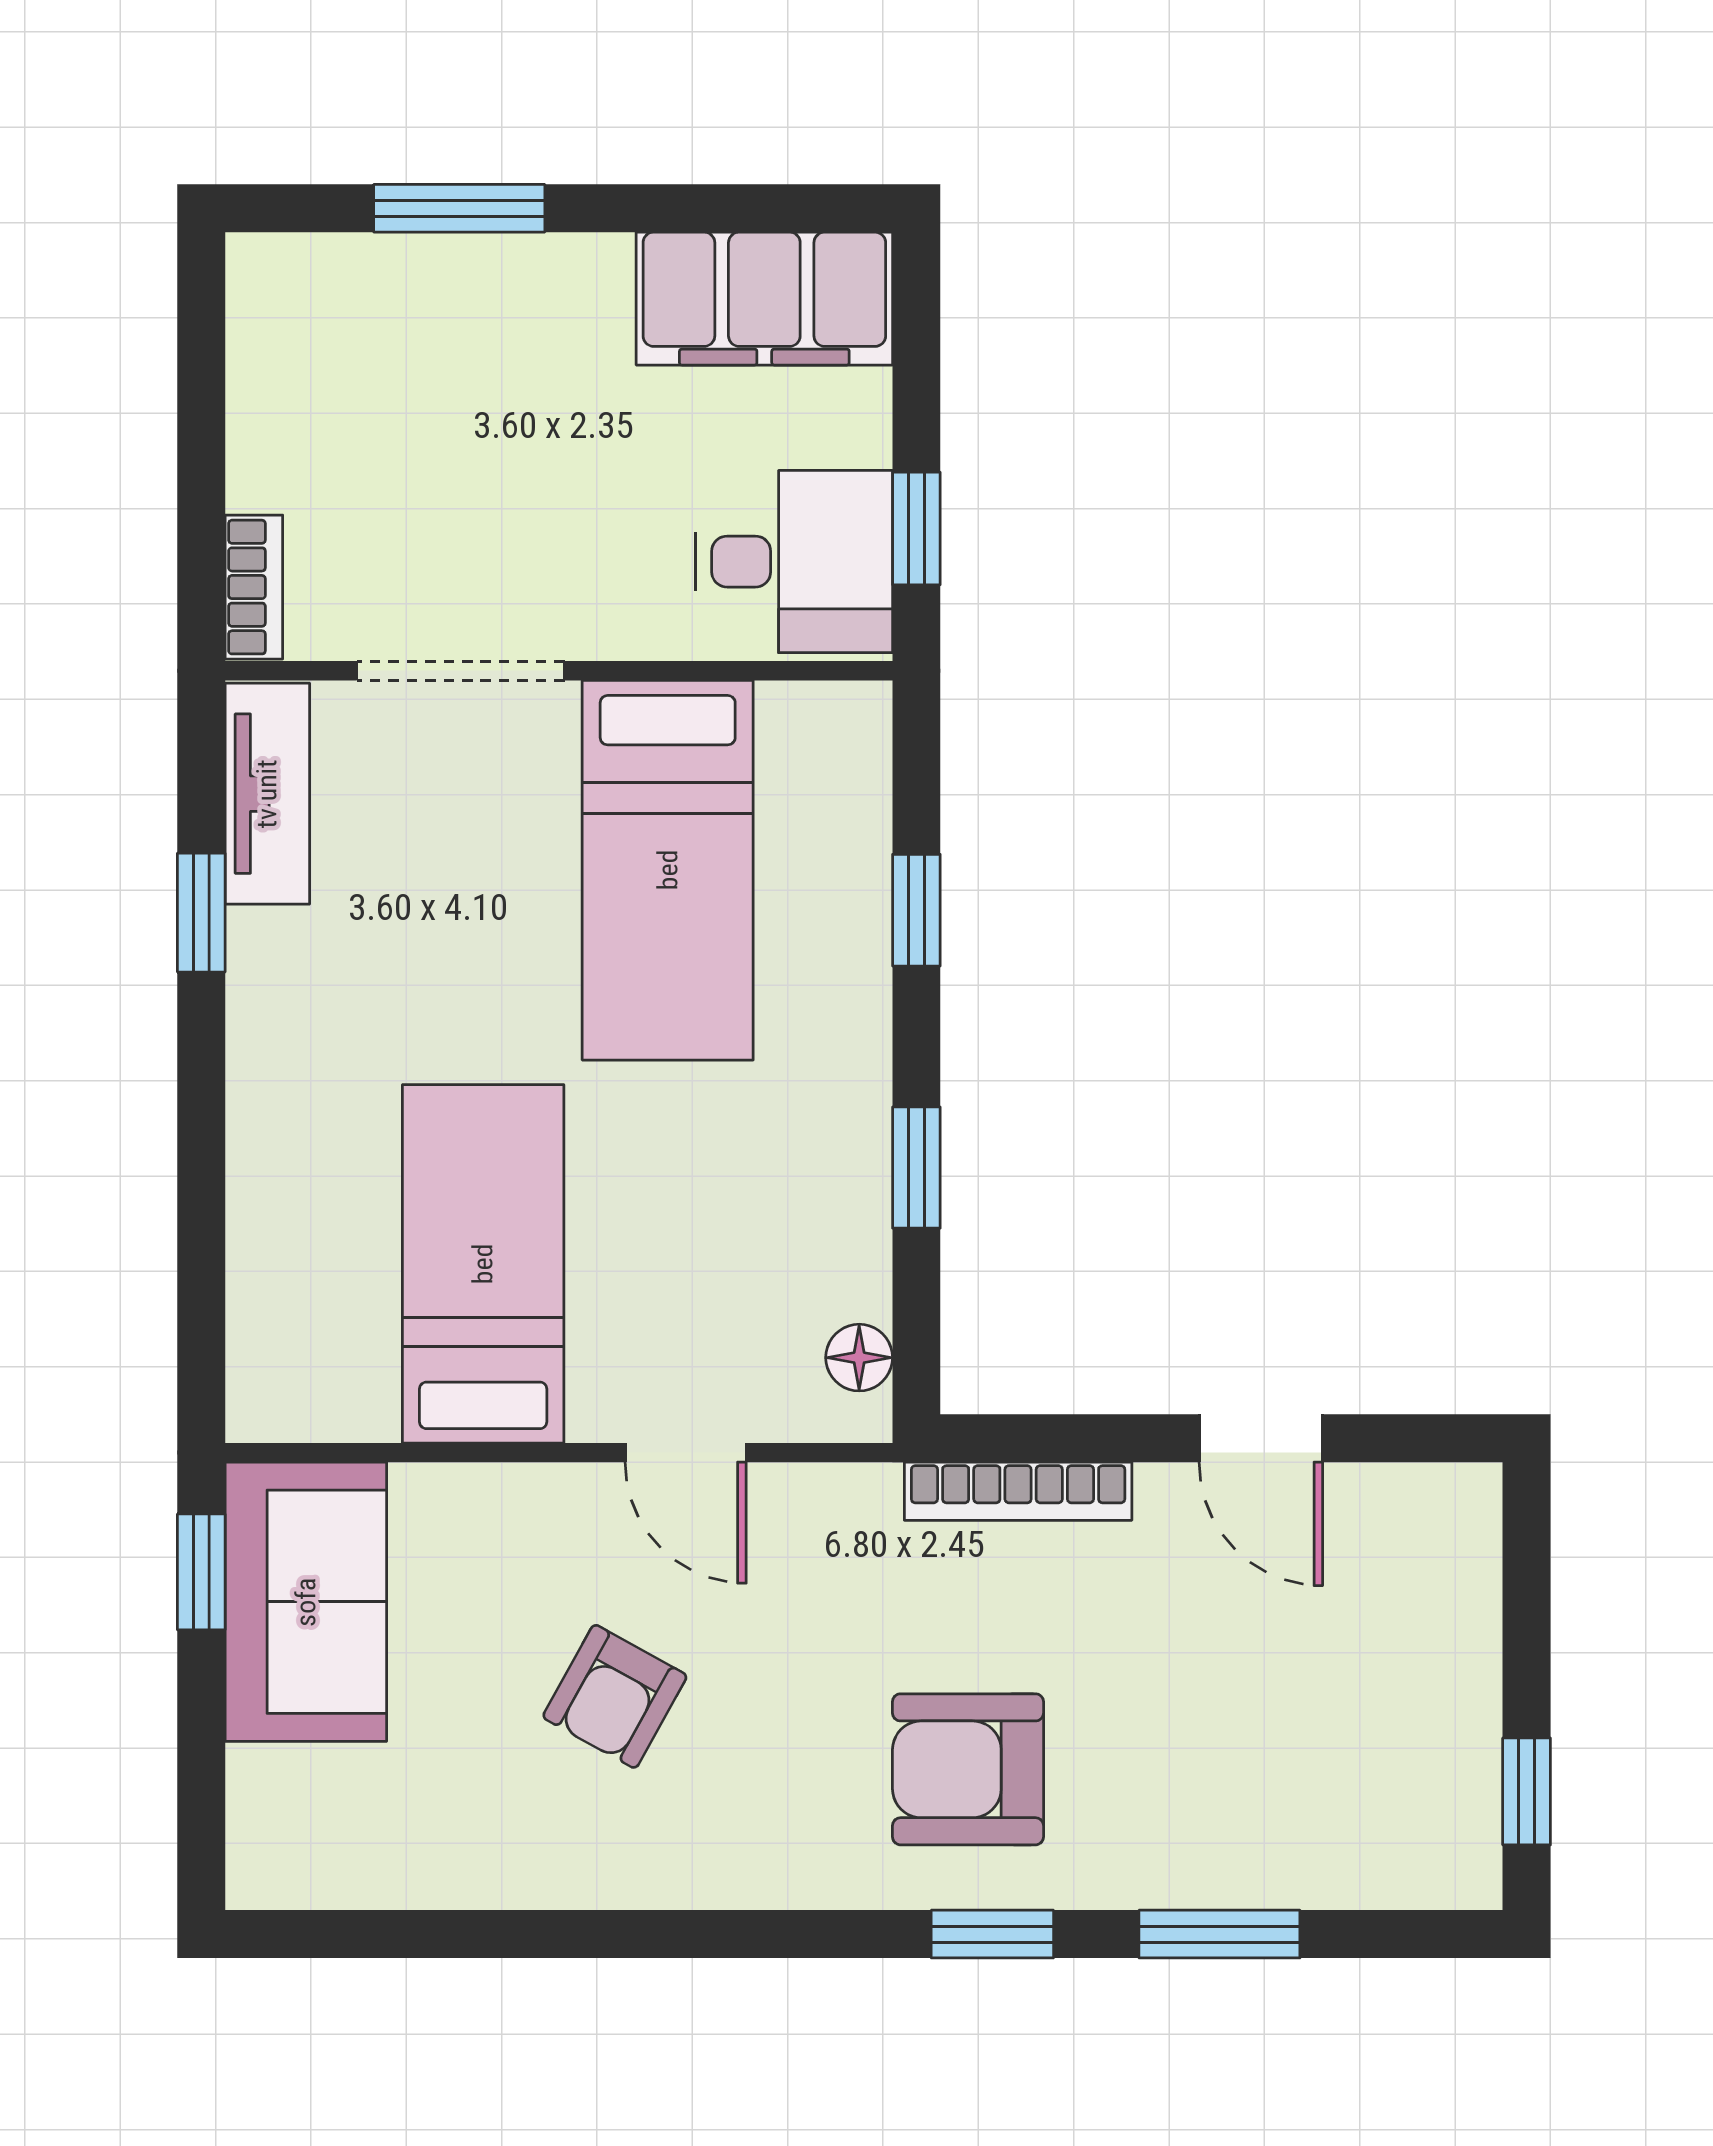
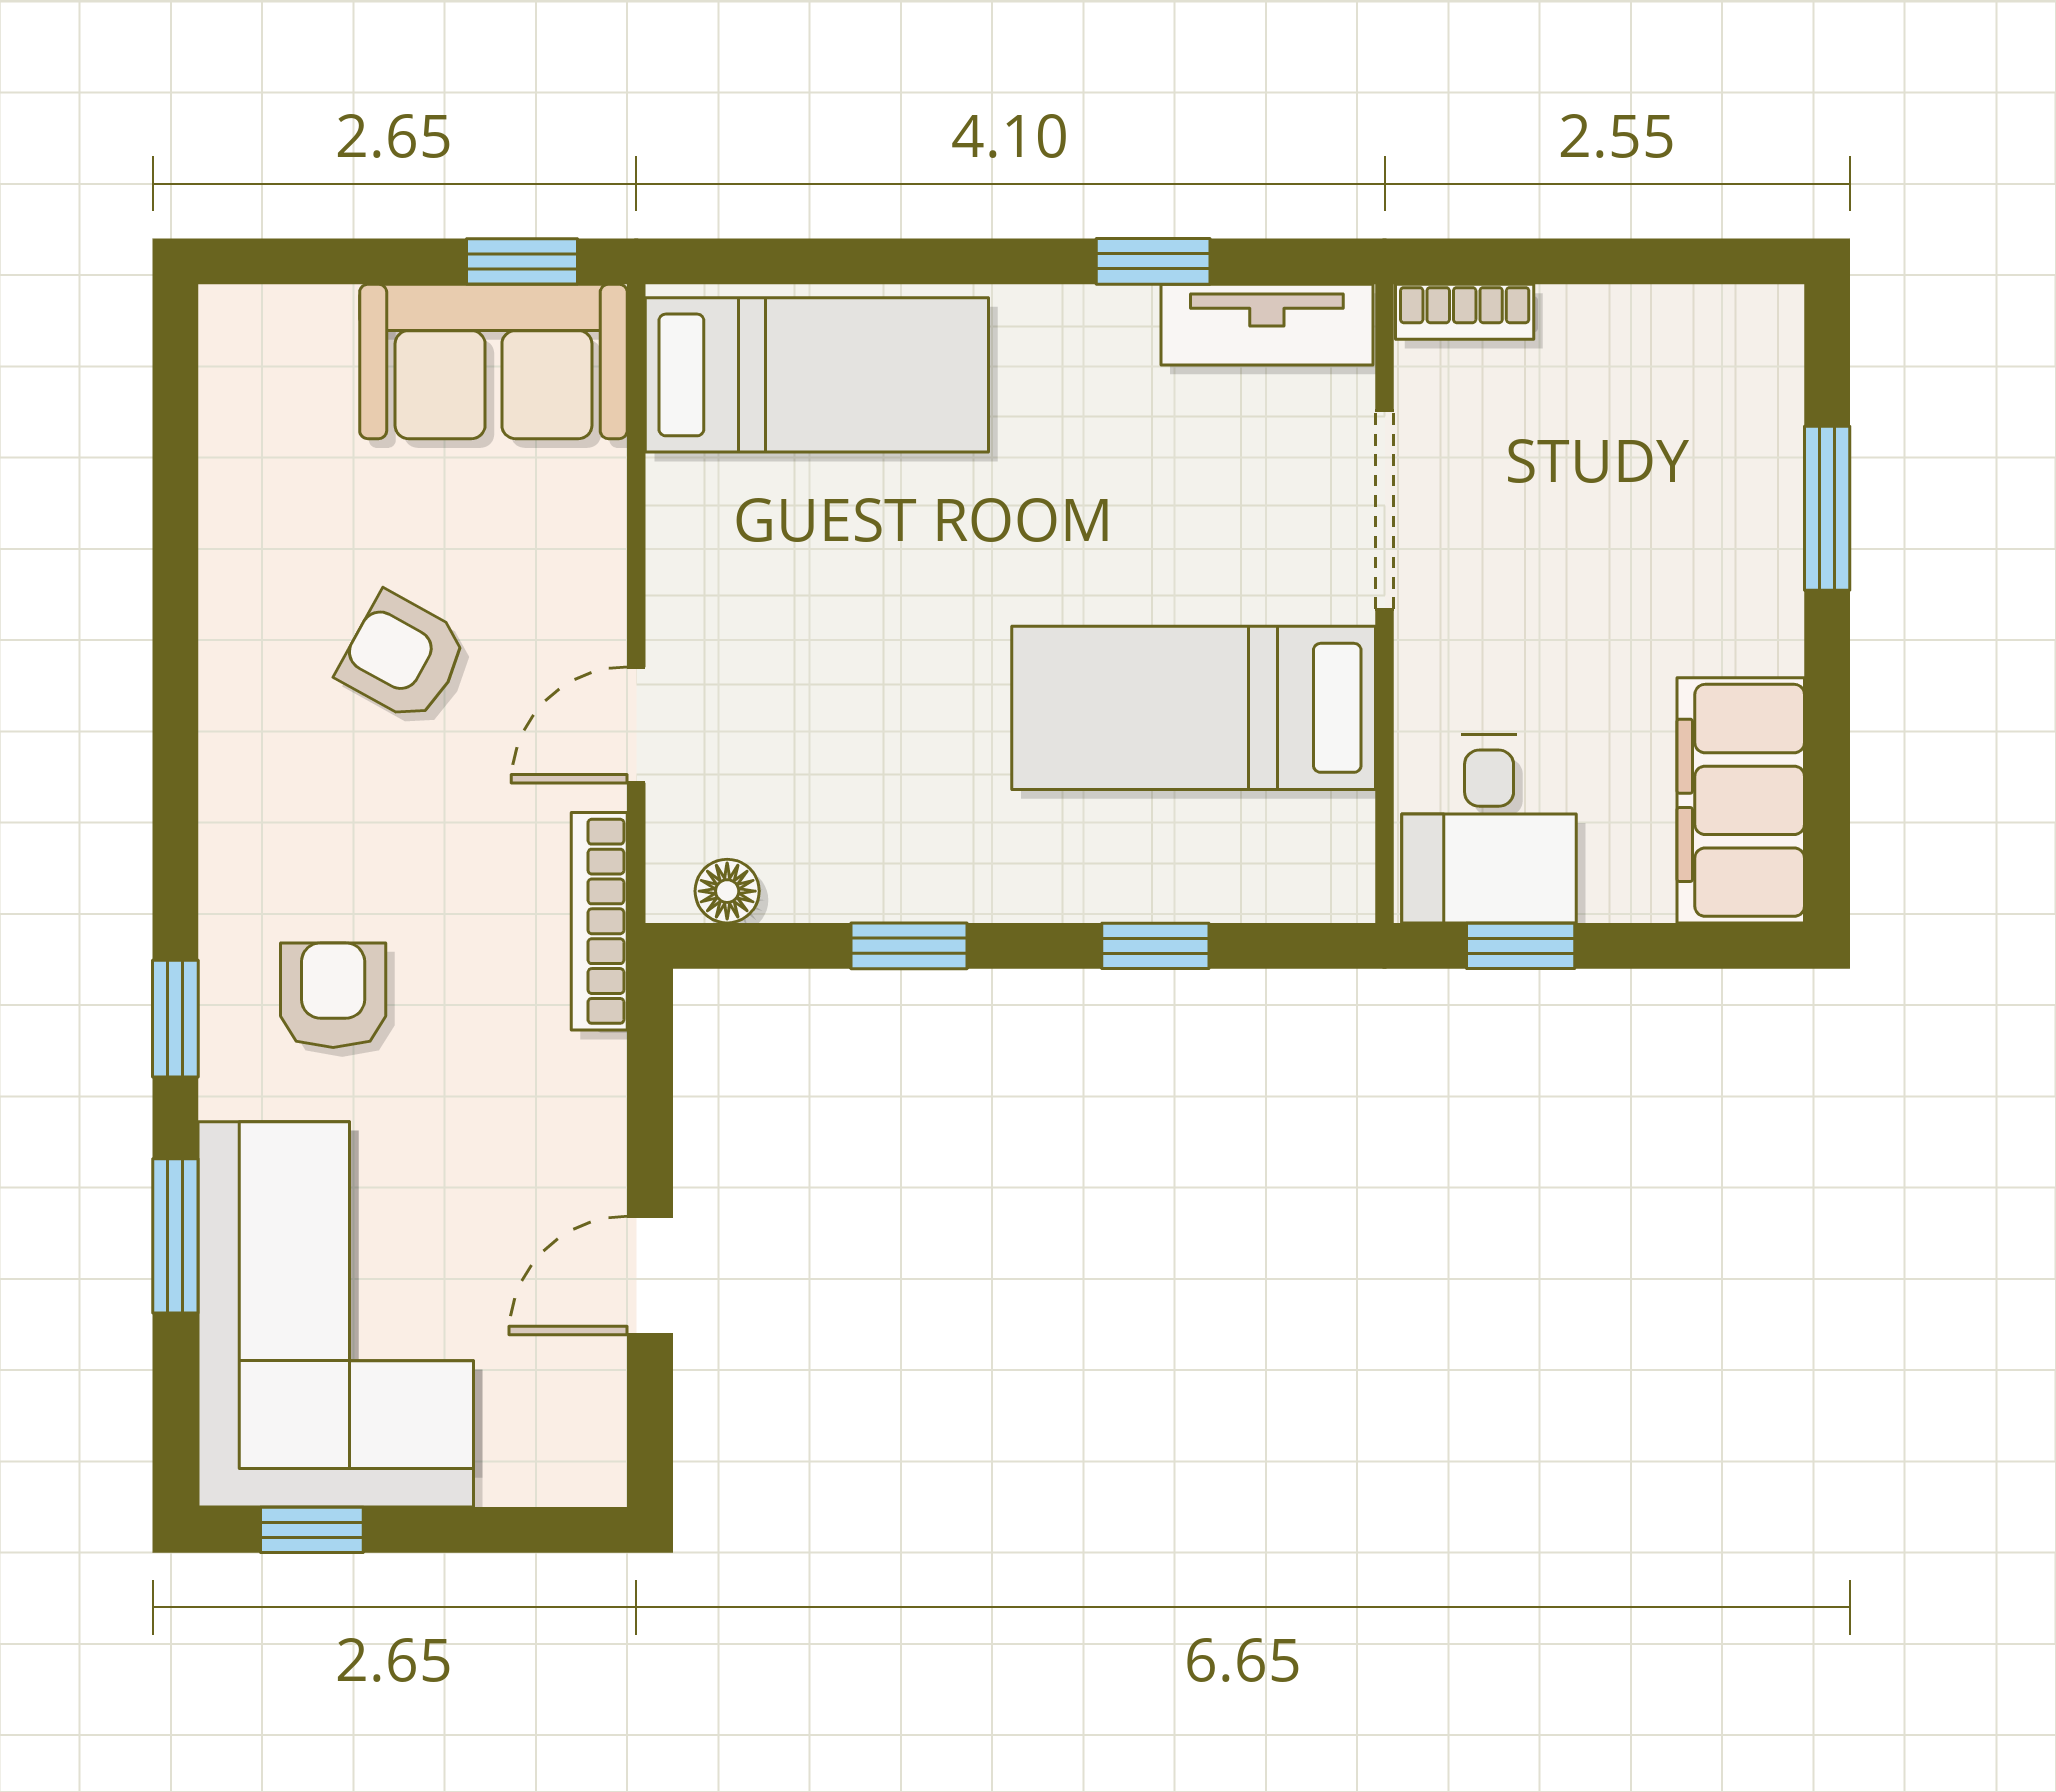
bed: (483, 1264) -> (817, 375), moved
bookcase: (1018, 1491) -> (599, 921), moved
corner sofa: (1301, 1767) -> (336, 1314), added
armchair: (968, 1769) -> (333, 995), width x0.72, depth x0.72

